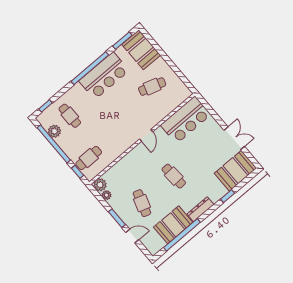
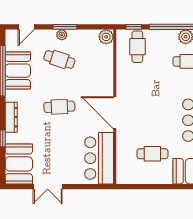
cafe table: (152, 87) -> (152, 154), turned 73
door: (146, 135) -> (115, 113), width x1.87
plant: (106, 195) -> (62, 35), moved
dresser: (200, 209) -> (11, 117), moved
door: (132, 236) -> (26, 27), moved

